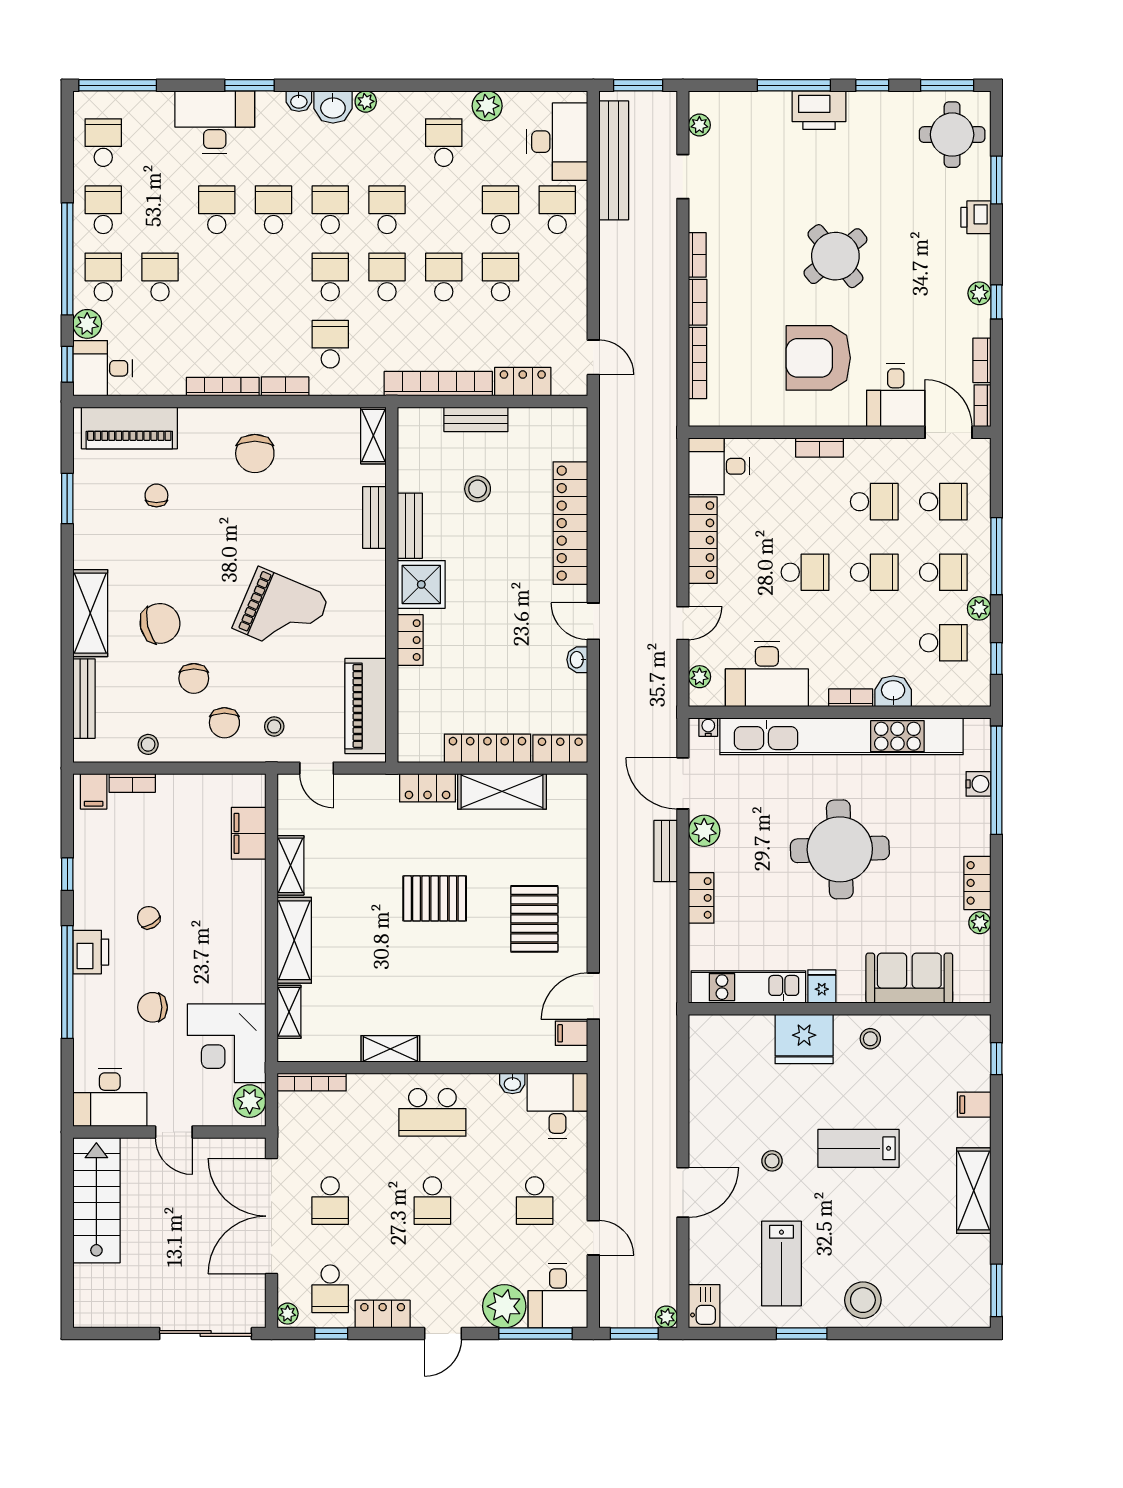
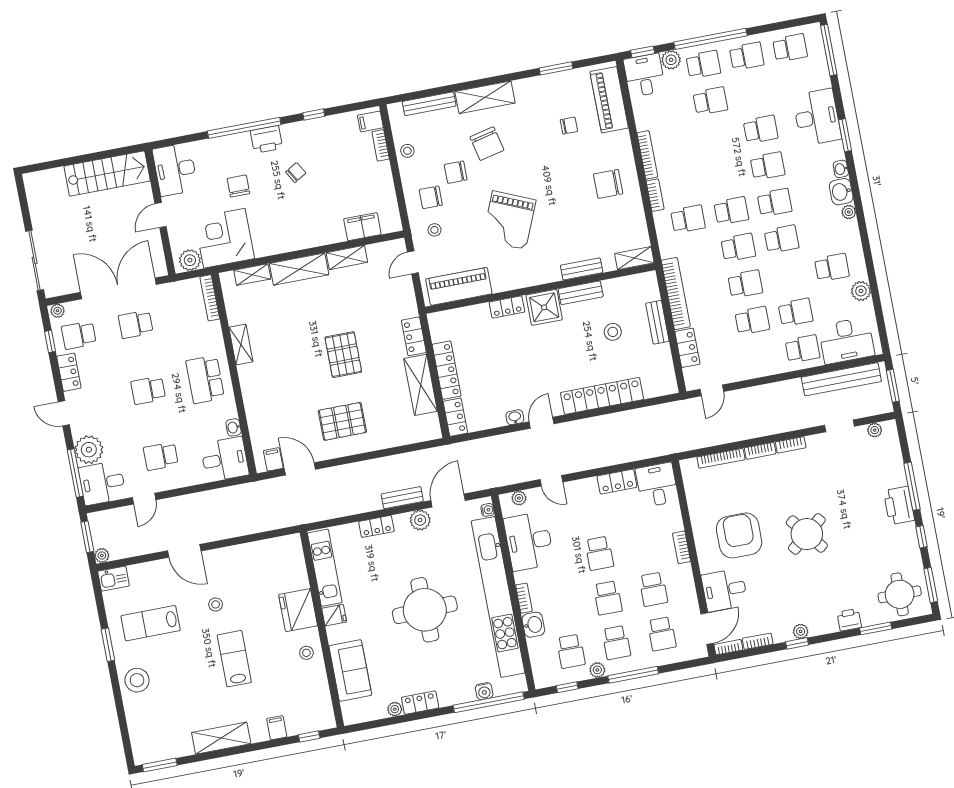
locker: (703, 540) -> (617, 482), width x0.66

